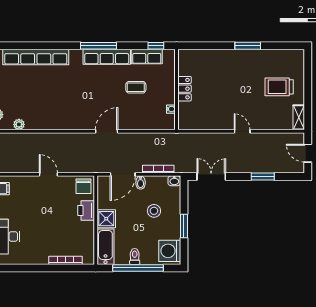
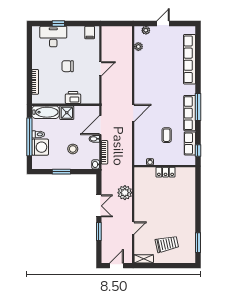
window: (248, 46) -> (198, 243), moved
trolley: (279, 87) -> (167, 244), turned 78
door: (107, 131) -> (133, 113), hinge flipped
door: (242, 131) -> (133, 228), moved
plant: (211, 142) -> (125, 193), added
door: (123, 174) -> (100, 125), hinge flipped
double door: (211, 176) -> (99, 206), moved
chair: (83, 186) -> (68, 66), moved
washing machine: (170, 251) -> (40, 147), moved, turned 90

